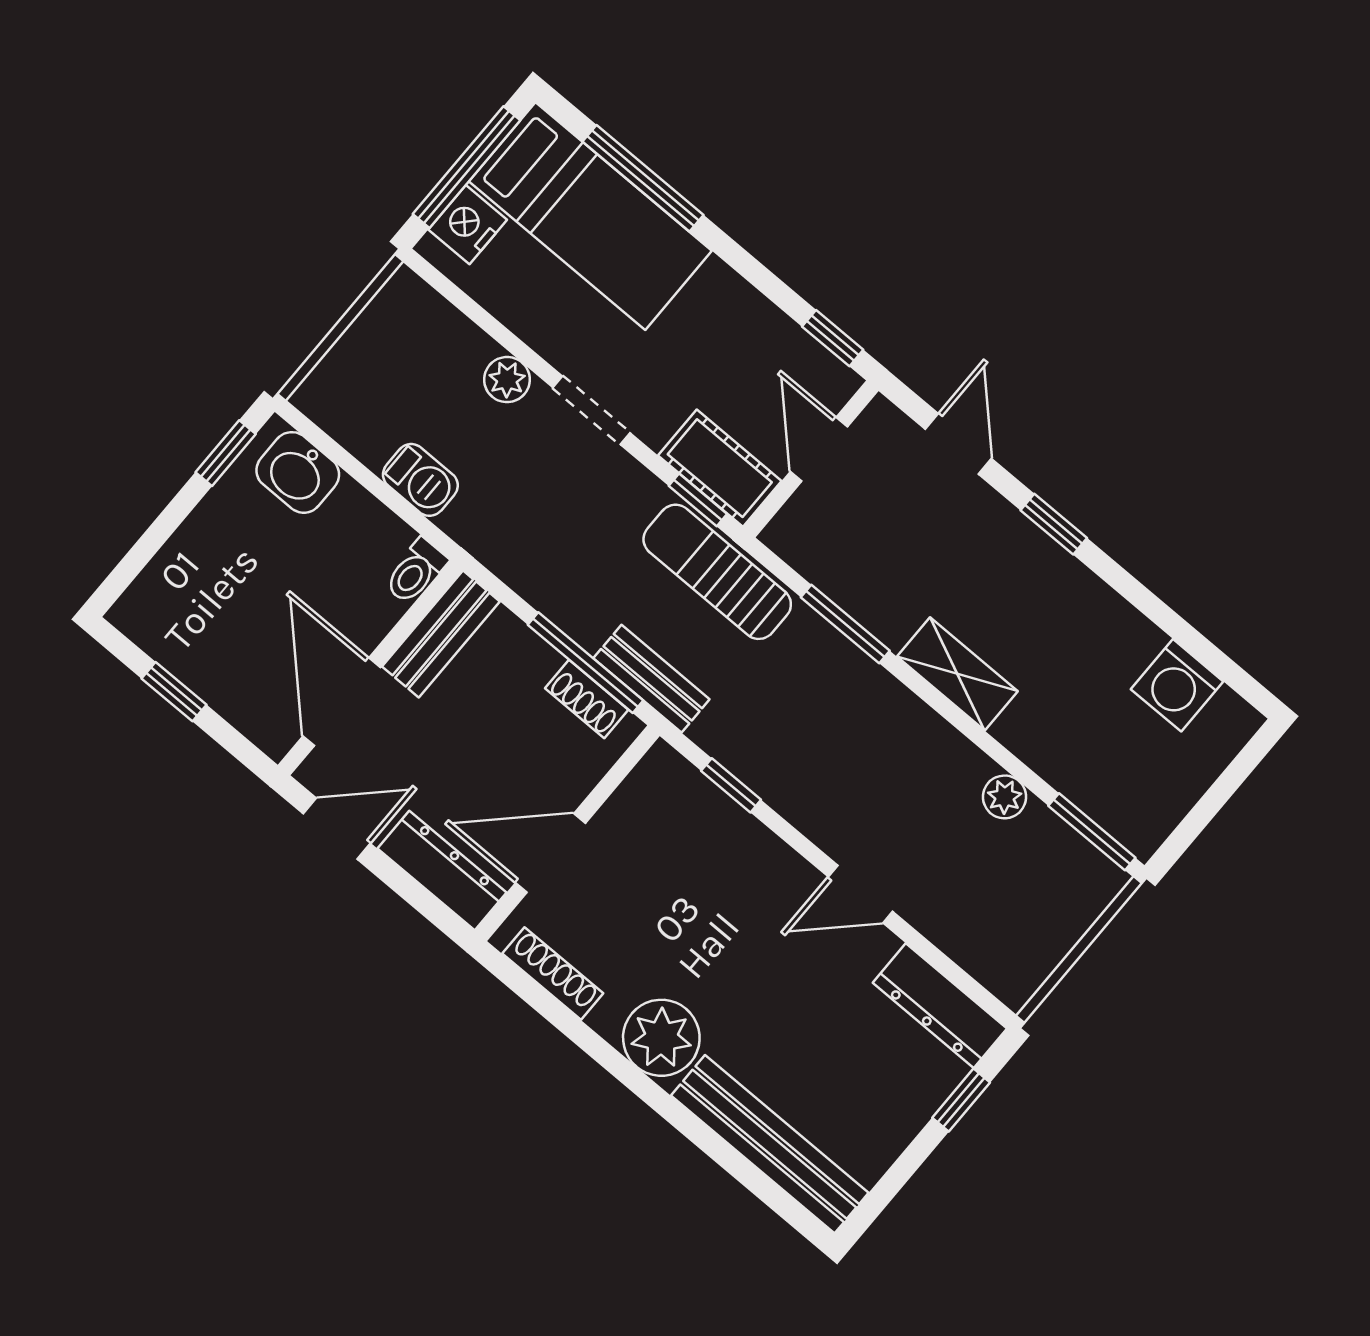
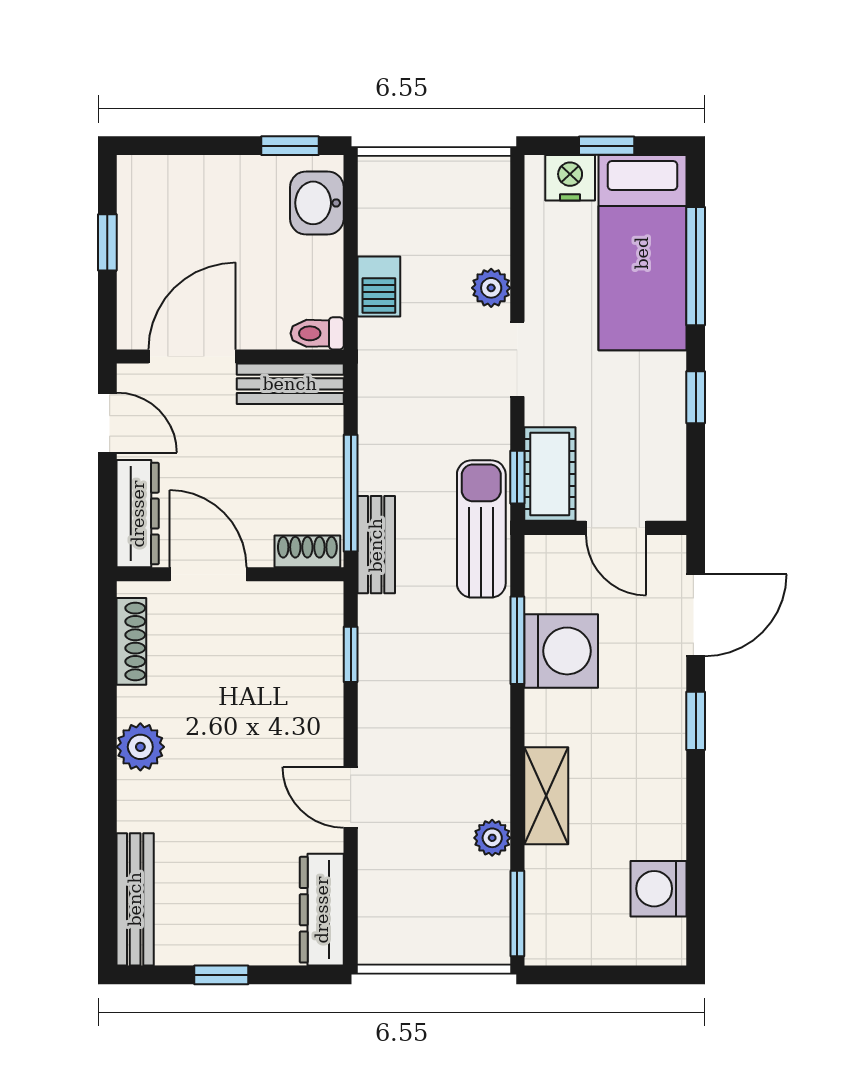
window: (466, 167) -> (607, 146), width x0.46
window: (833, 338) -> (696, 397), moved
door: (958, 444) -> (696, 615), width x1.38
door: (819, 449) -> (616, 528), swing flipped
washing machine: (888, 593) -> (561, 651), added
shelving: (957, 674) -> (546, 796), moved
shoe rack: (587, 699) -> (307, 551), moved, turned 90
plant: (661, 1038) -> (140, 747), width x0.73, depth x0.73
window: (961, 1100) -> (221, 975), moved
bench: (770, 1144) -> (135, 899), width x0.73, depth x0.82

